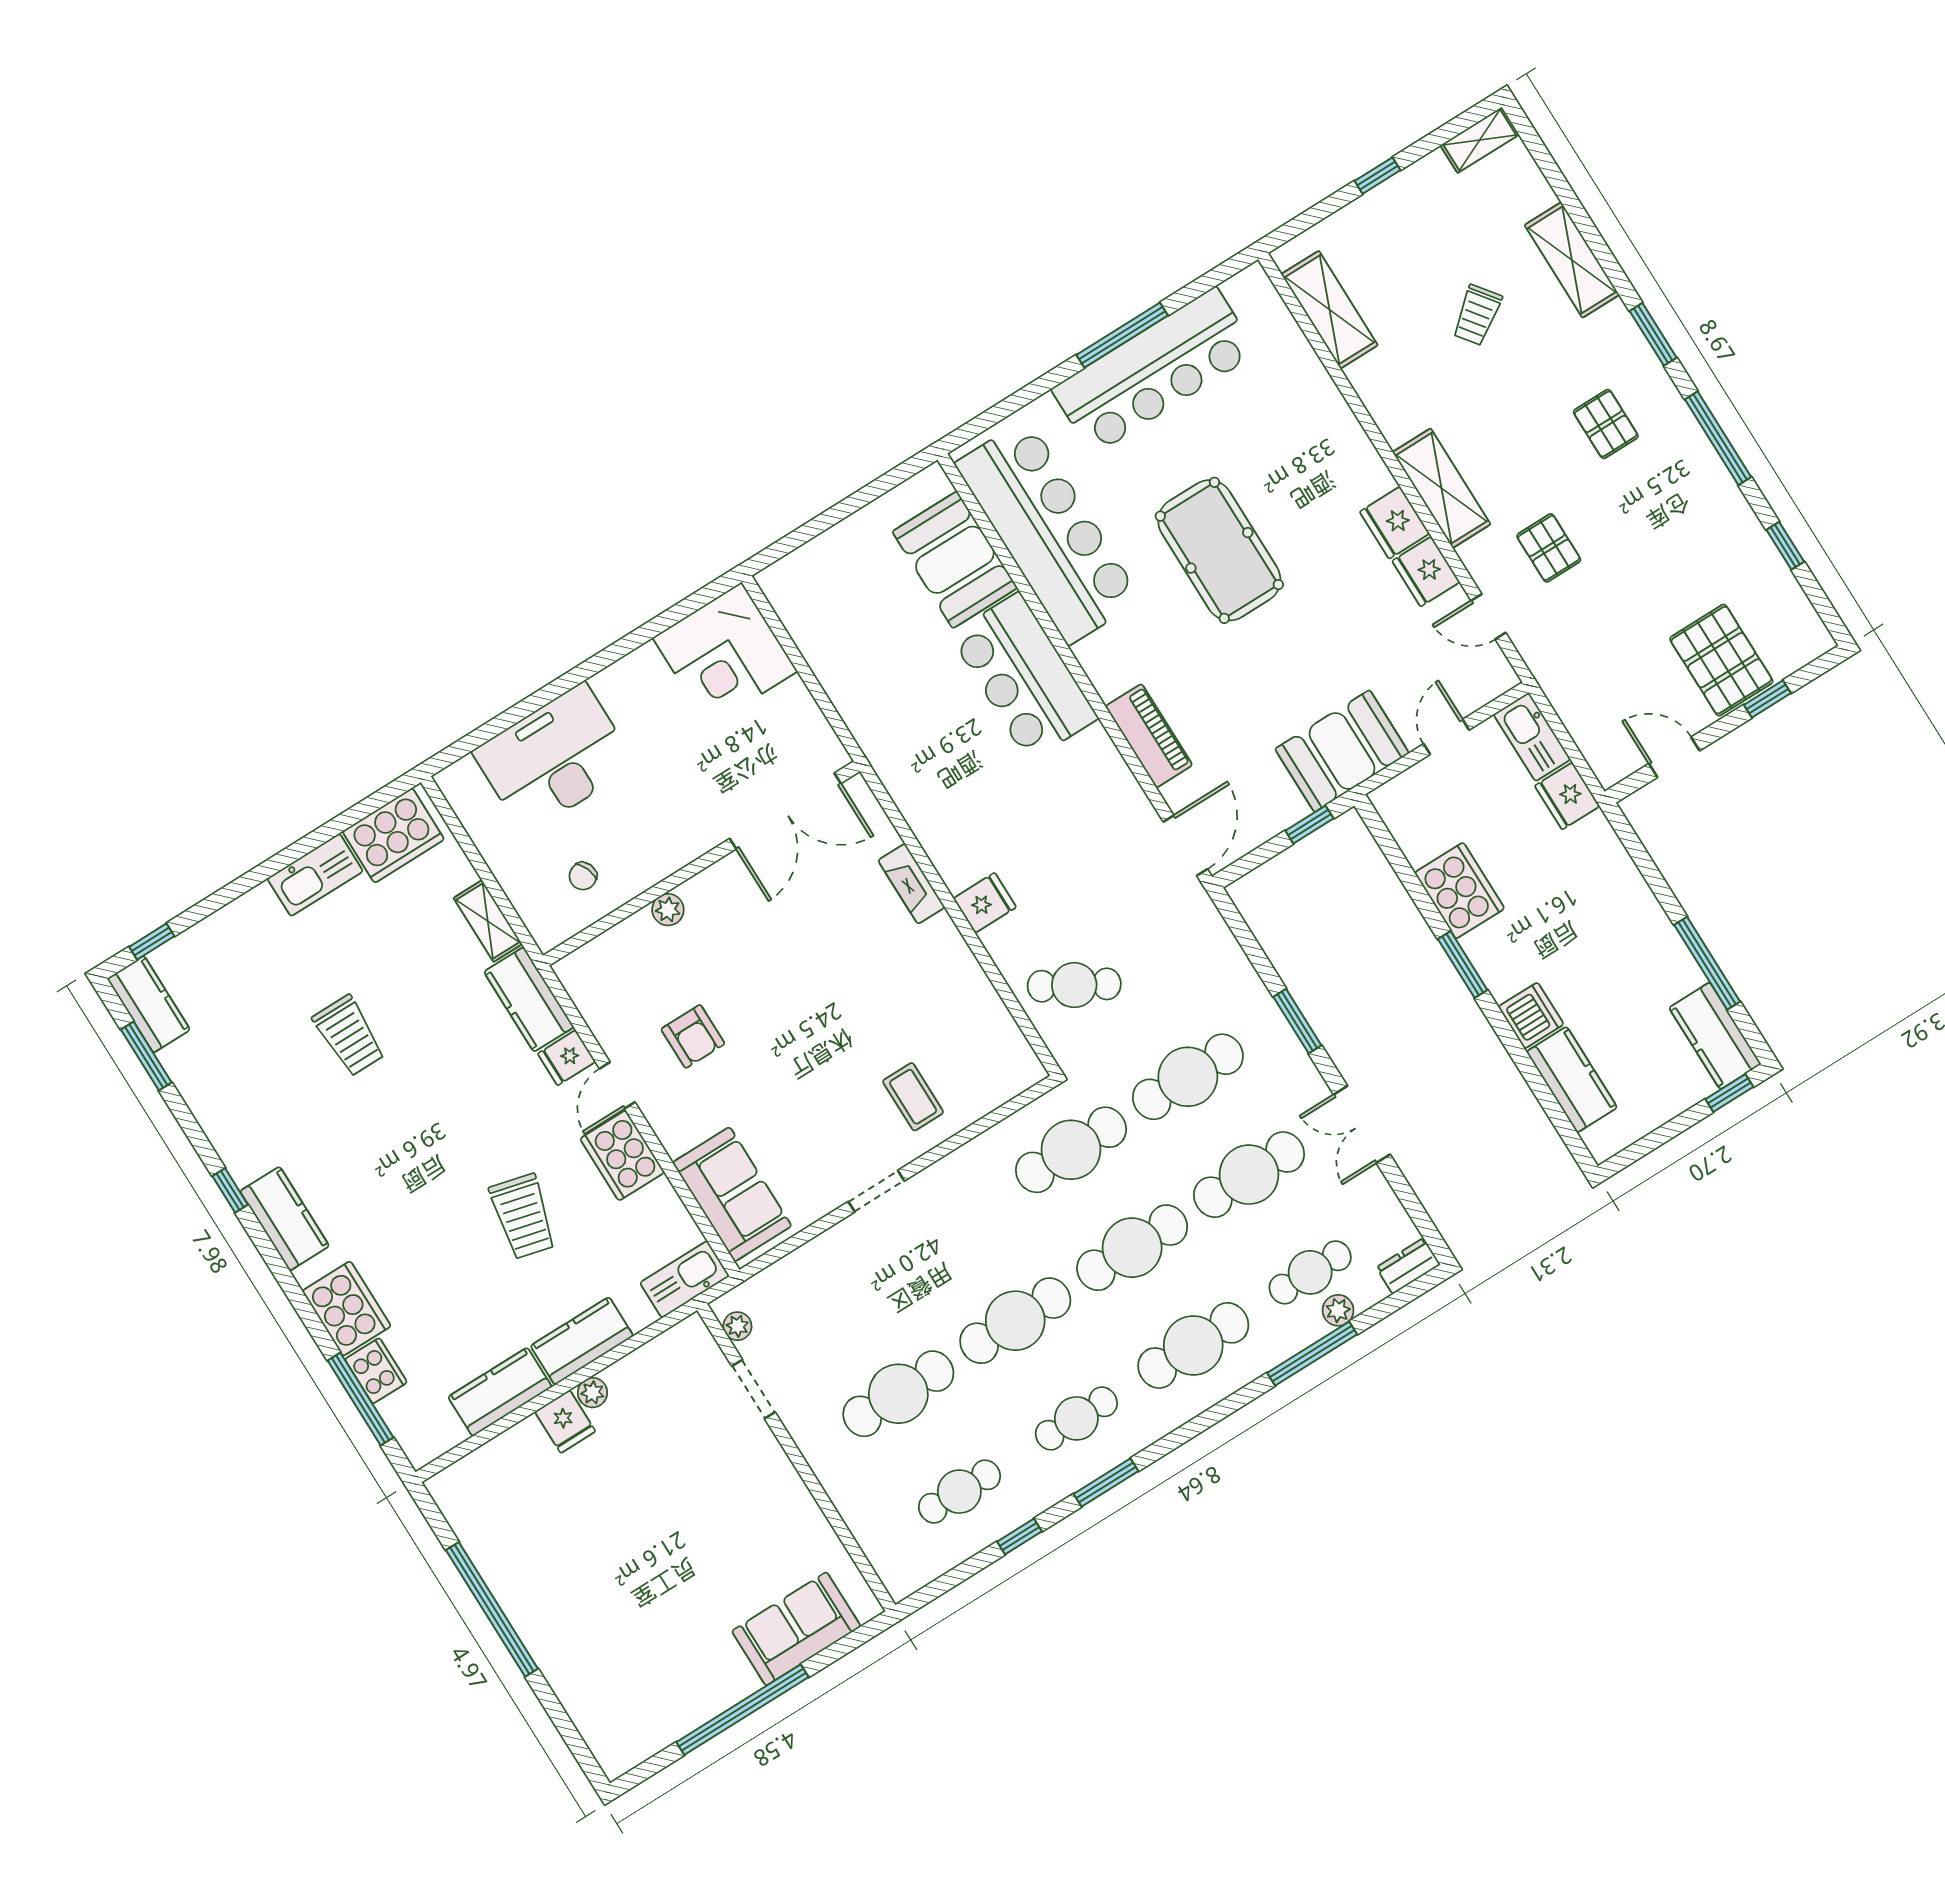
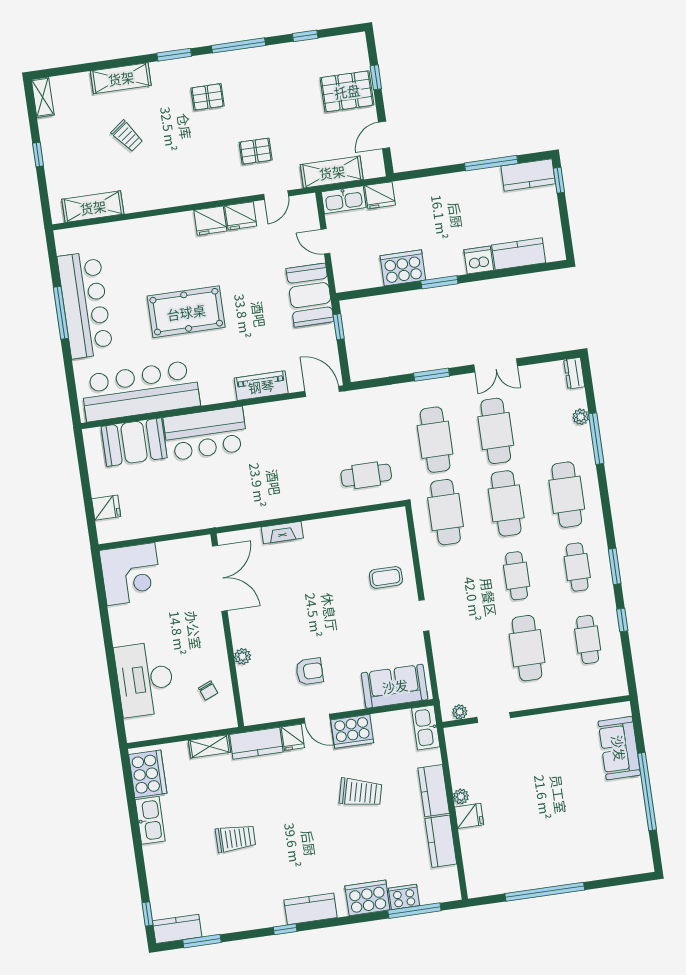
shelving: (1442, 488) -> (332, 172), moved
fridge: (985, 903) -> (106, 508), moved, turned 90
cafe table: (1074, 985) -> (366, 475), turned 60
cafe table: (1310, 1272) -> (556, 422), removed
cafe table: (1015, 1321) -> (517, 576), width x0.73, depth x0.74

